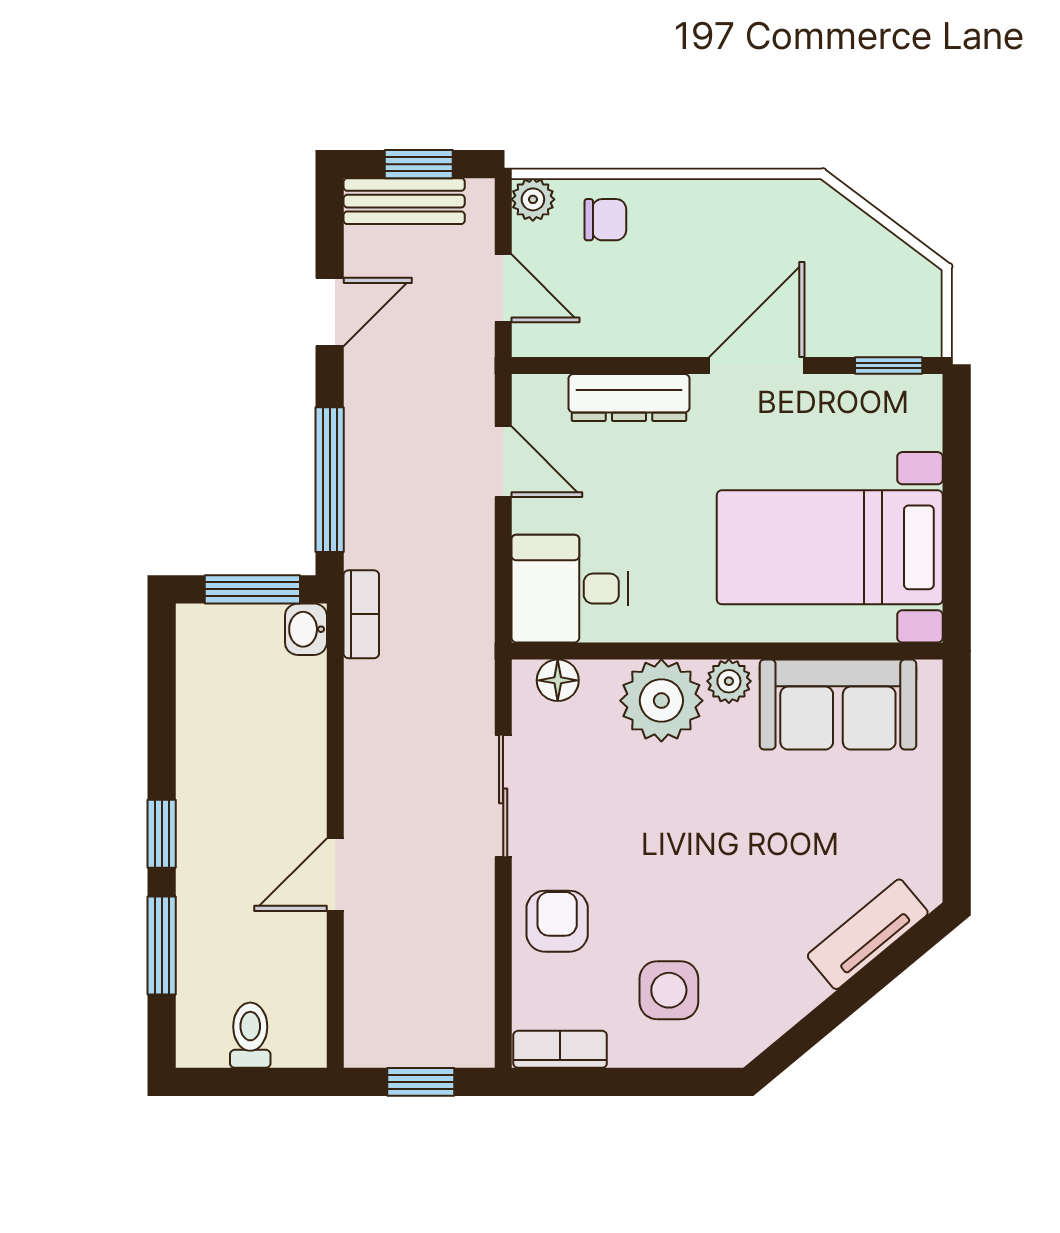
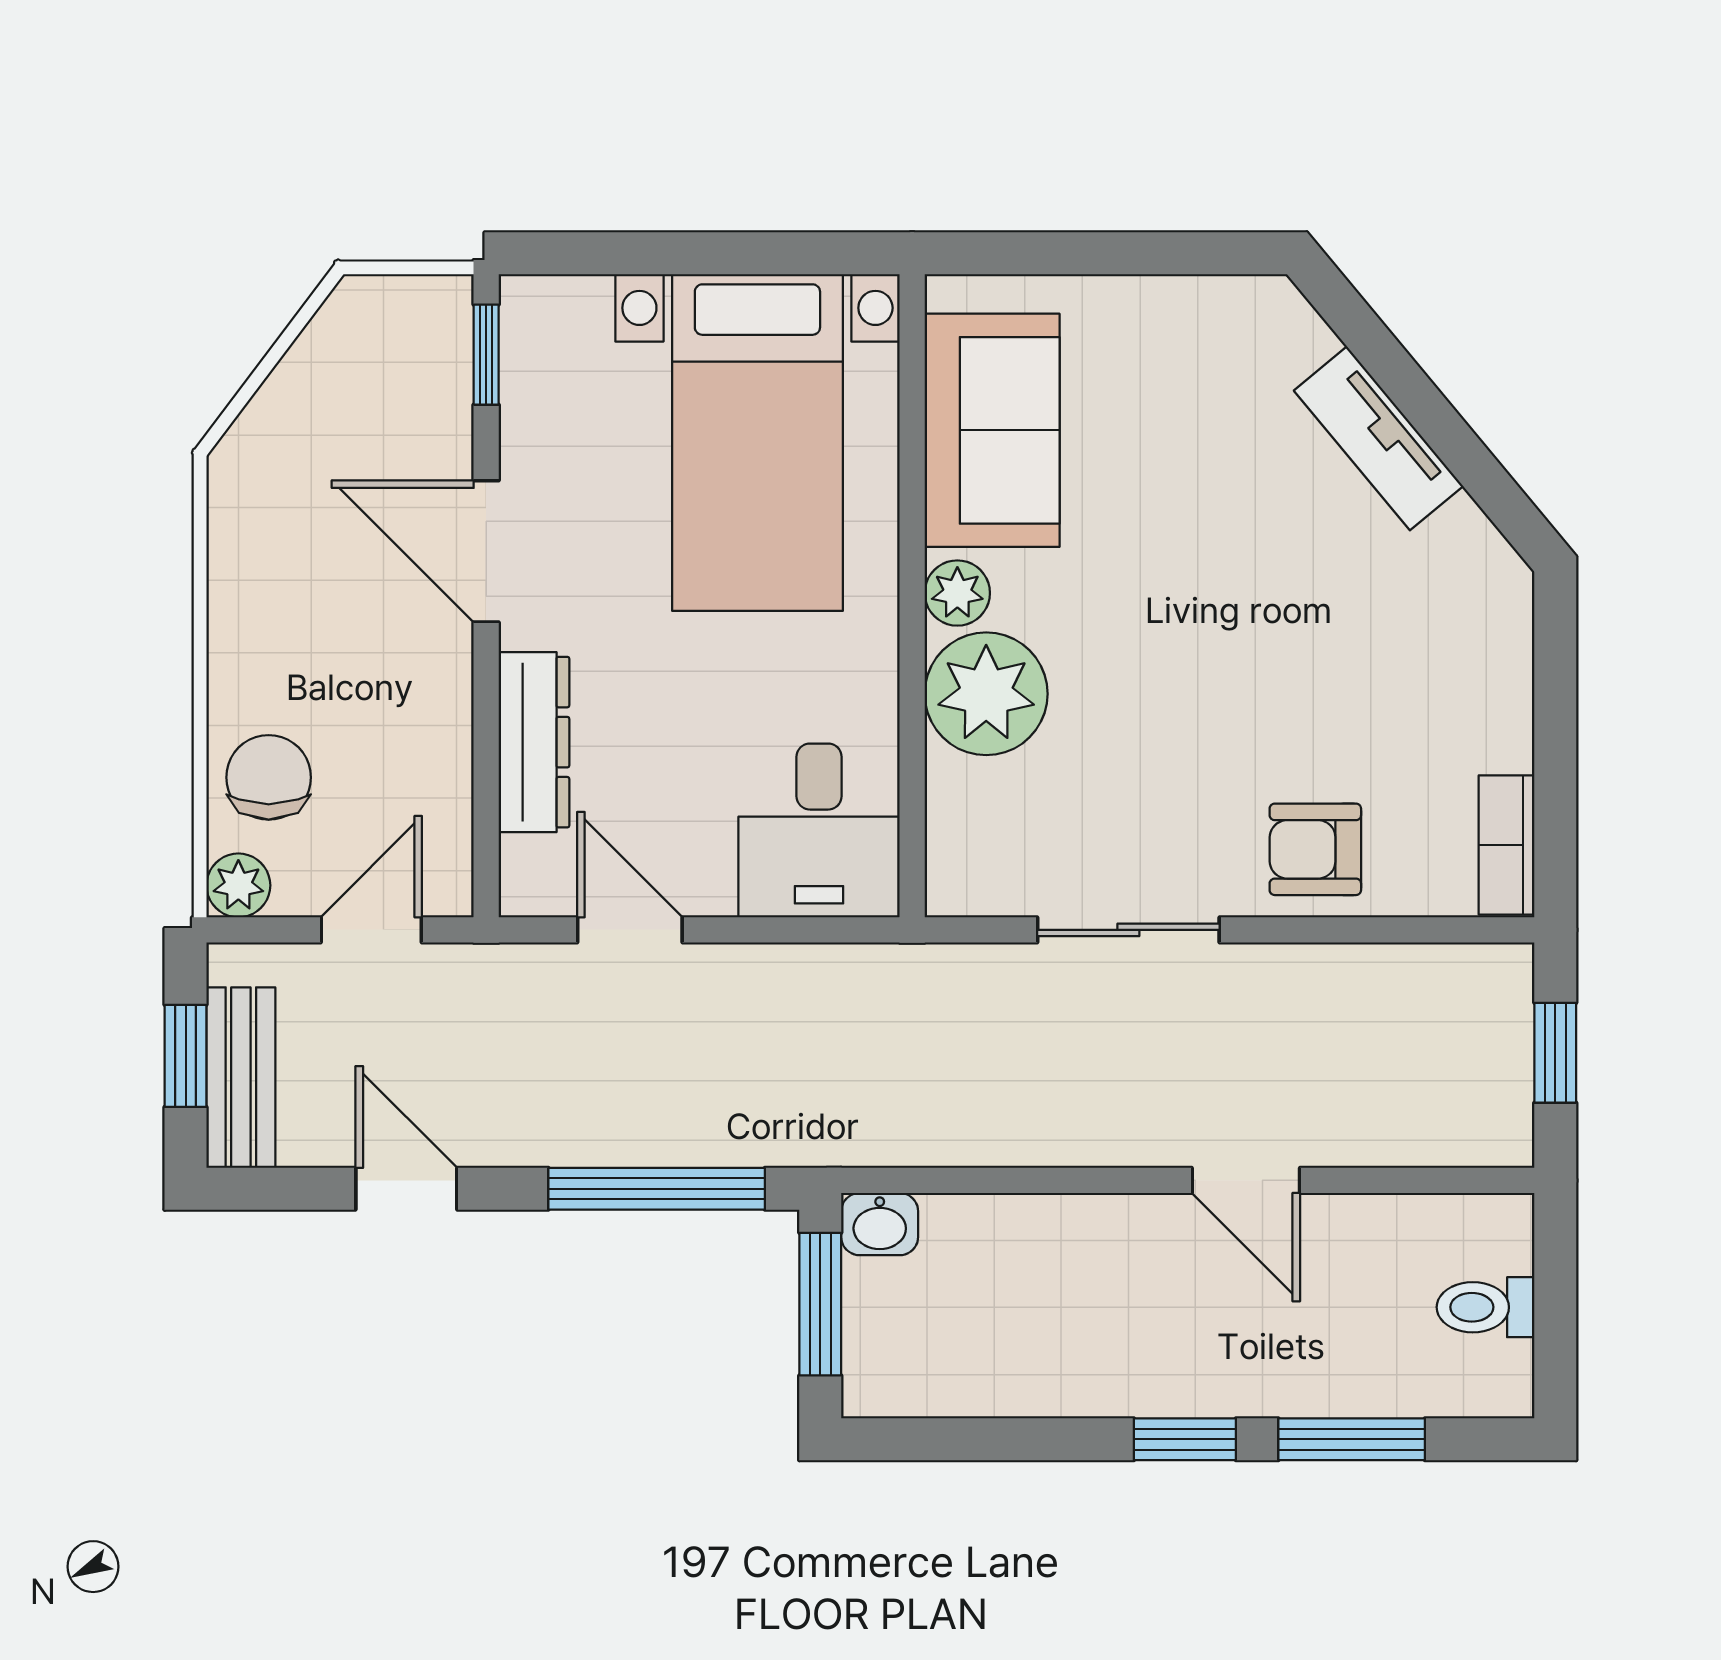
chair: (605, 220) -> (269, 777), width x1.37, depth x1.37
door: (503, 462) -> (630, 930), hinge flipped
bookcase: (361, 614) -> (857, 1142), removed
floor lamp: (558, 680) -> (956, 848), removed
tv unit: (868, 934) -> (1379, 438), moved
side table: (669, 990) -> (1418, 683), removed

